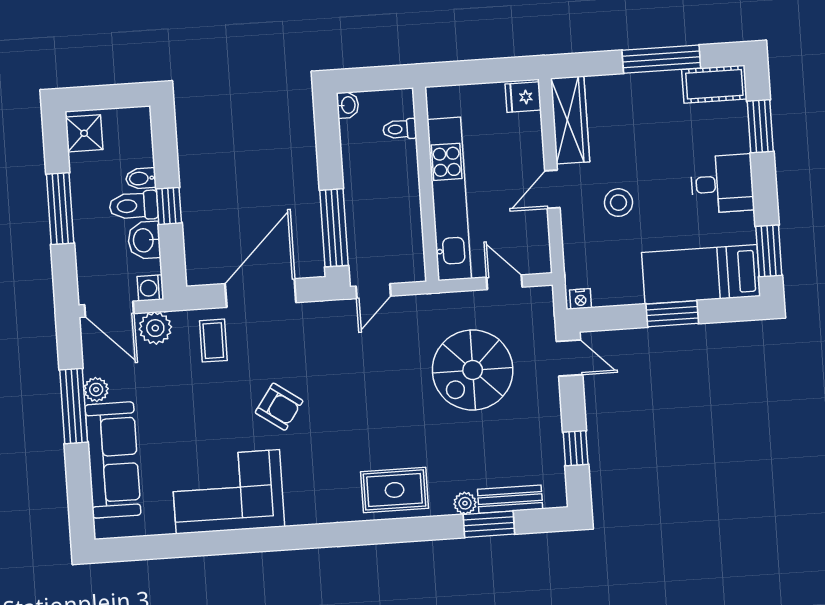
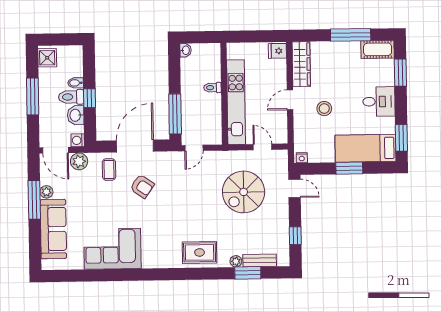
toilet: (400, 129) -> (212, 88), moved
armchair: (279, 407) -> (142, 186), moved

